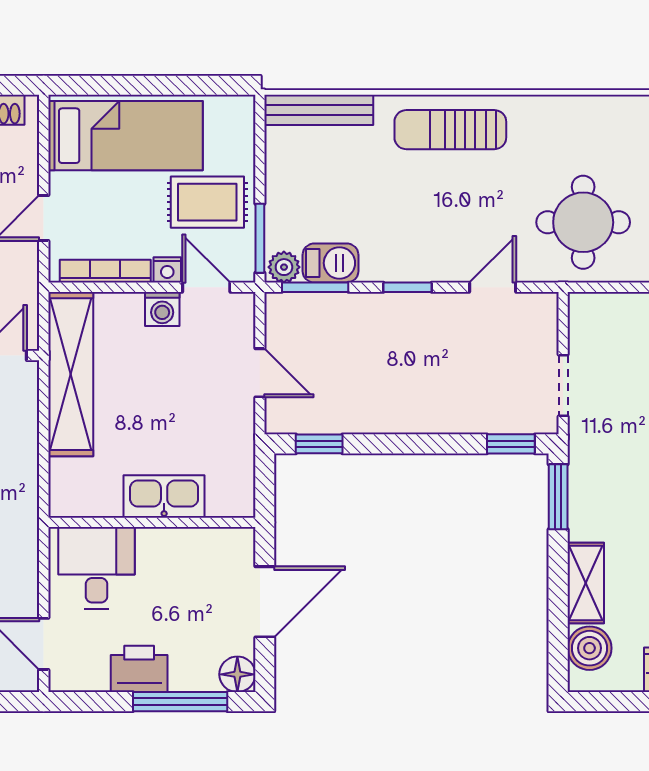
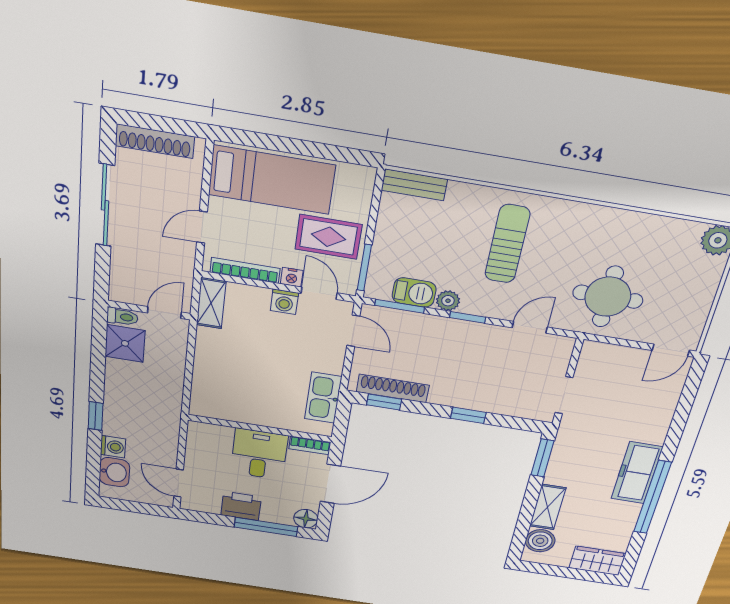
bench: (319, 110) -> (414, 185), width x0.73
sun lounger: (450, 130) -> (507, 244), moved, turned 90
plant: (284, 267) -> (448, 301), moved
door: (260, 373) -> (353, 331), moved
shelving: (71, 374) -> (211, 303), width x0.45, depth x0.75
shoe rack: (327, 419) -> (393, 389), added
window: (511, 444) -> (468, 415), moved
kitchen sink: (164, 496) -> (323, 398), moved, turned -90
bookcase: (226, 539) -> (310, 445), added
desk: (97, 568) -> (259, 454), moved

